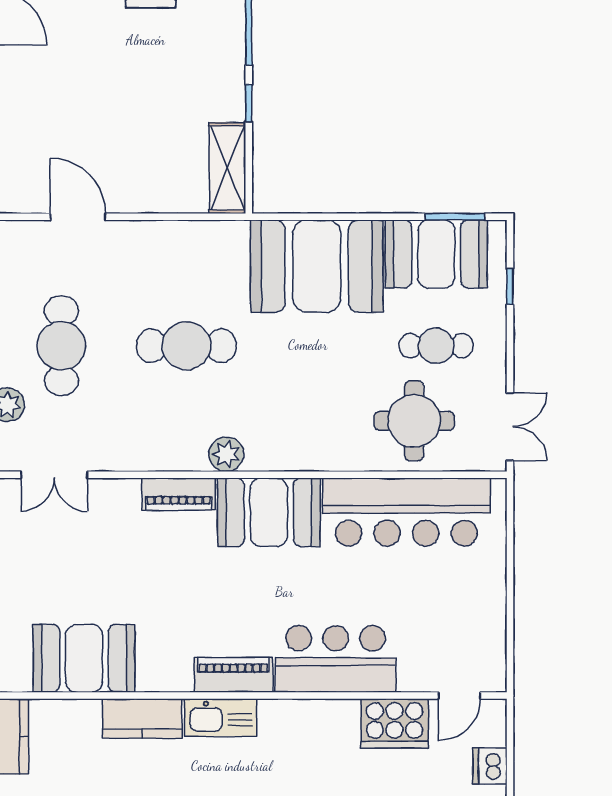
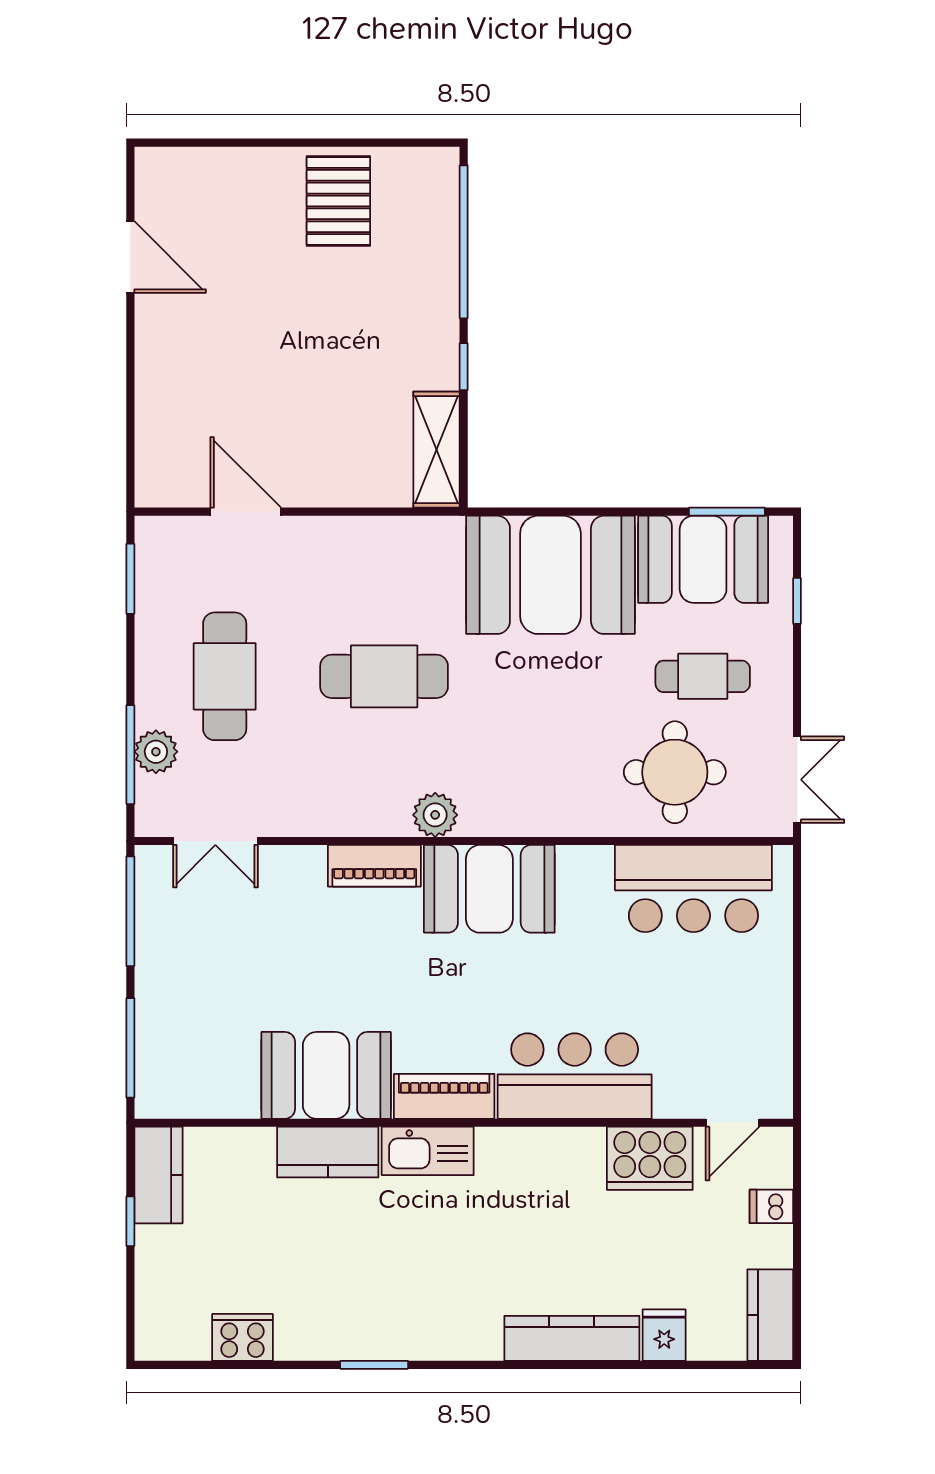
bar counter: (406, 512) -> (693, 889), width x0.73
booth: (84, 658) -> (326, 1075), moved
dishwasher: (490, 766) -> (771, 1206), width x0.73

